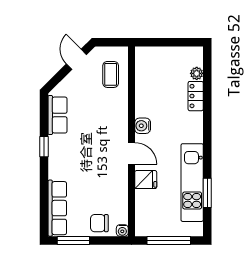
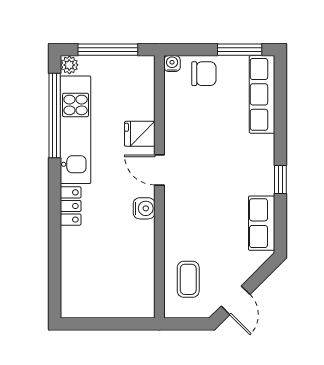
plant: (197, 73) -> (69, 65), moved
locker: (196, 96) -> (71, 206), moved
window: (207, 193) -> (55, 115), width x2.11

